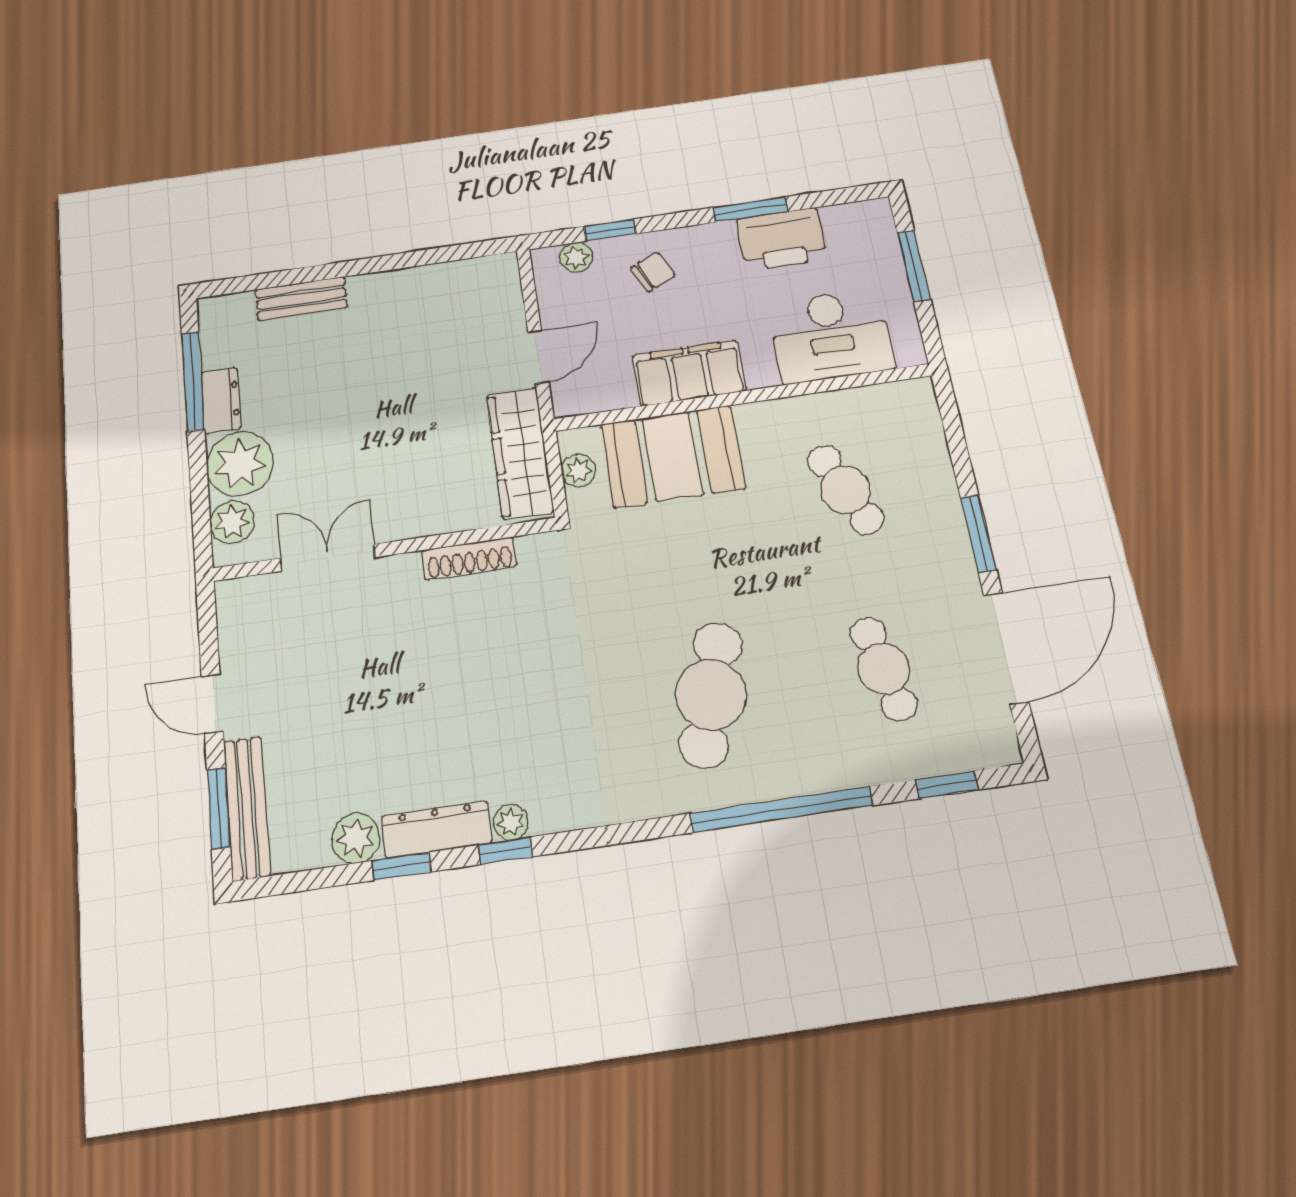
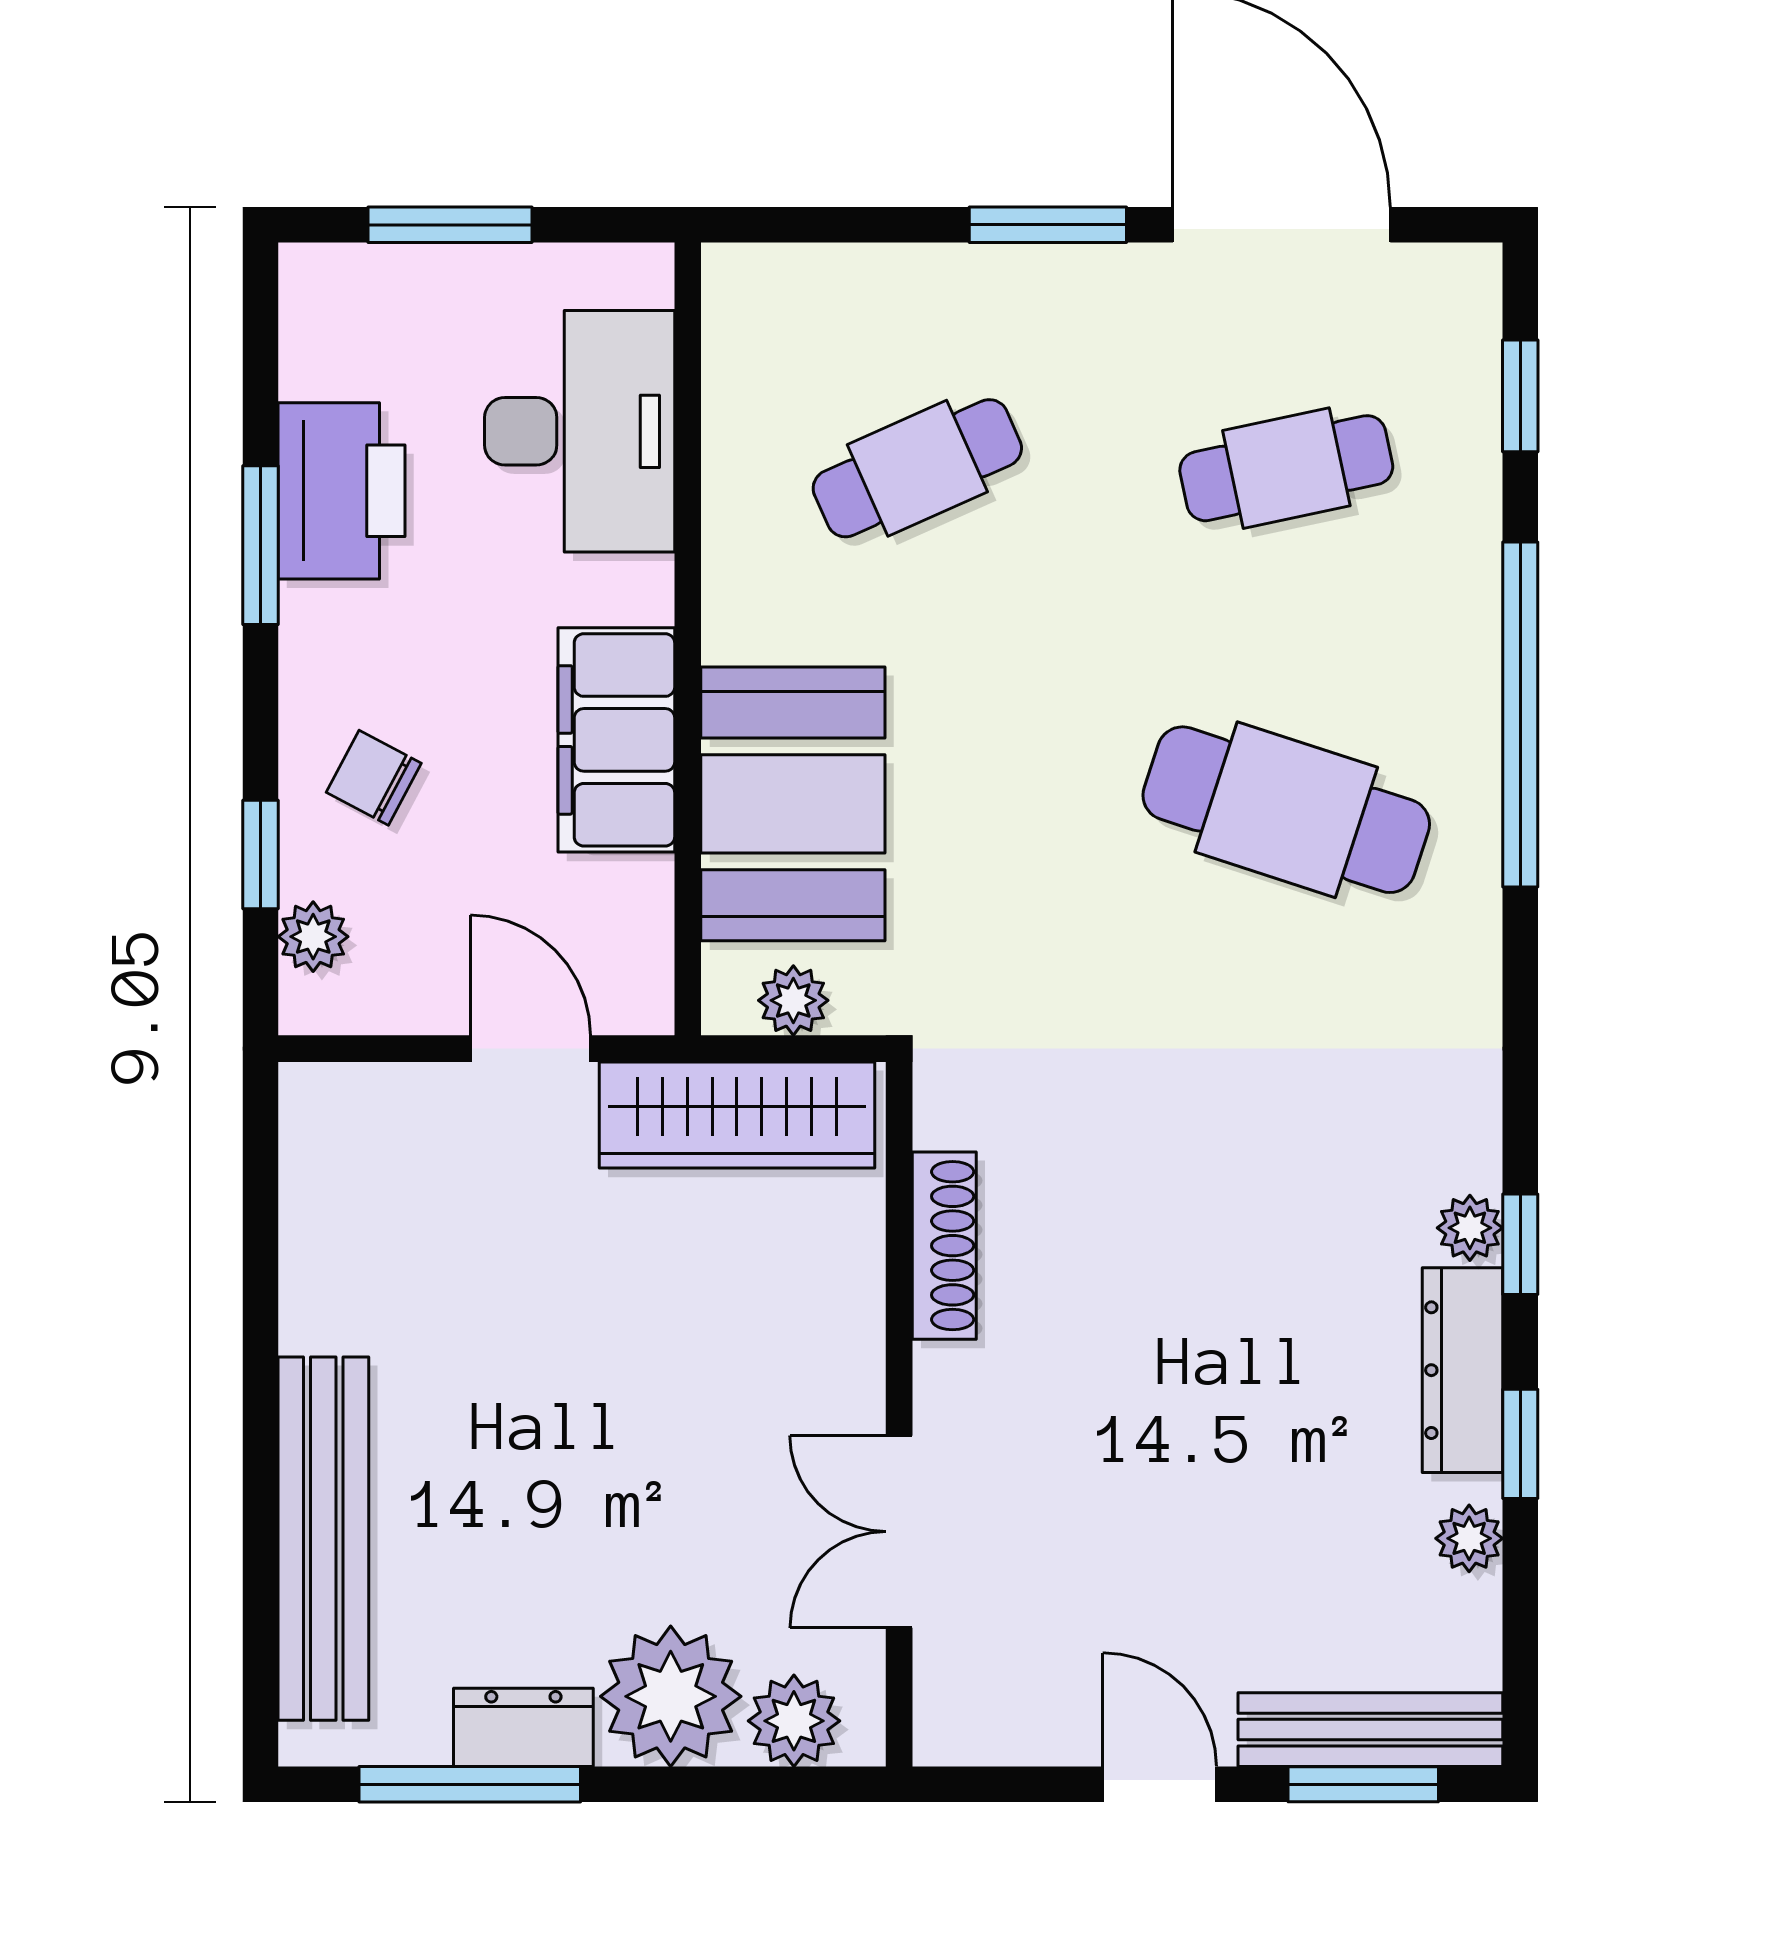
chair: (653, 272) -> (374, 778), turned -37
bench: (301, 299) -> (323, 1539), width x1.86, depth x1.21
door: (212, 703) -> (1160, 1784), swing flipped
plant: (356, 838) -> (1469, 1538), width x0.73, depth x0.73

